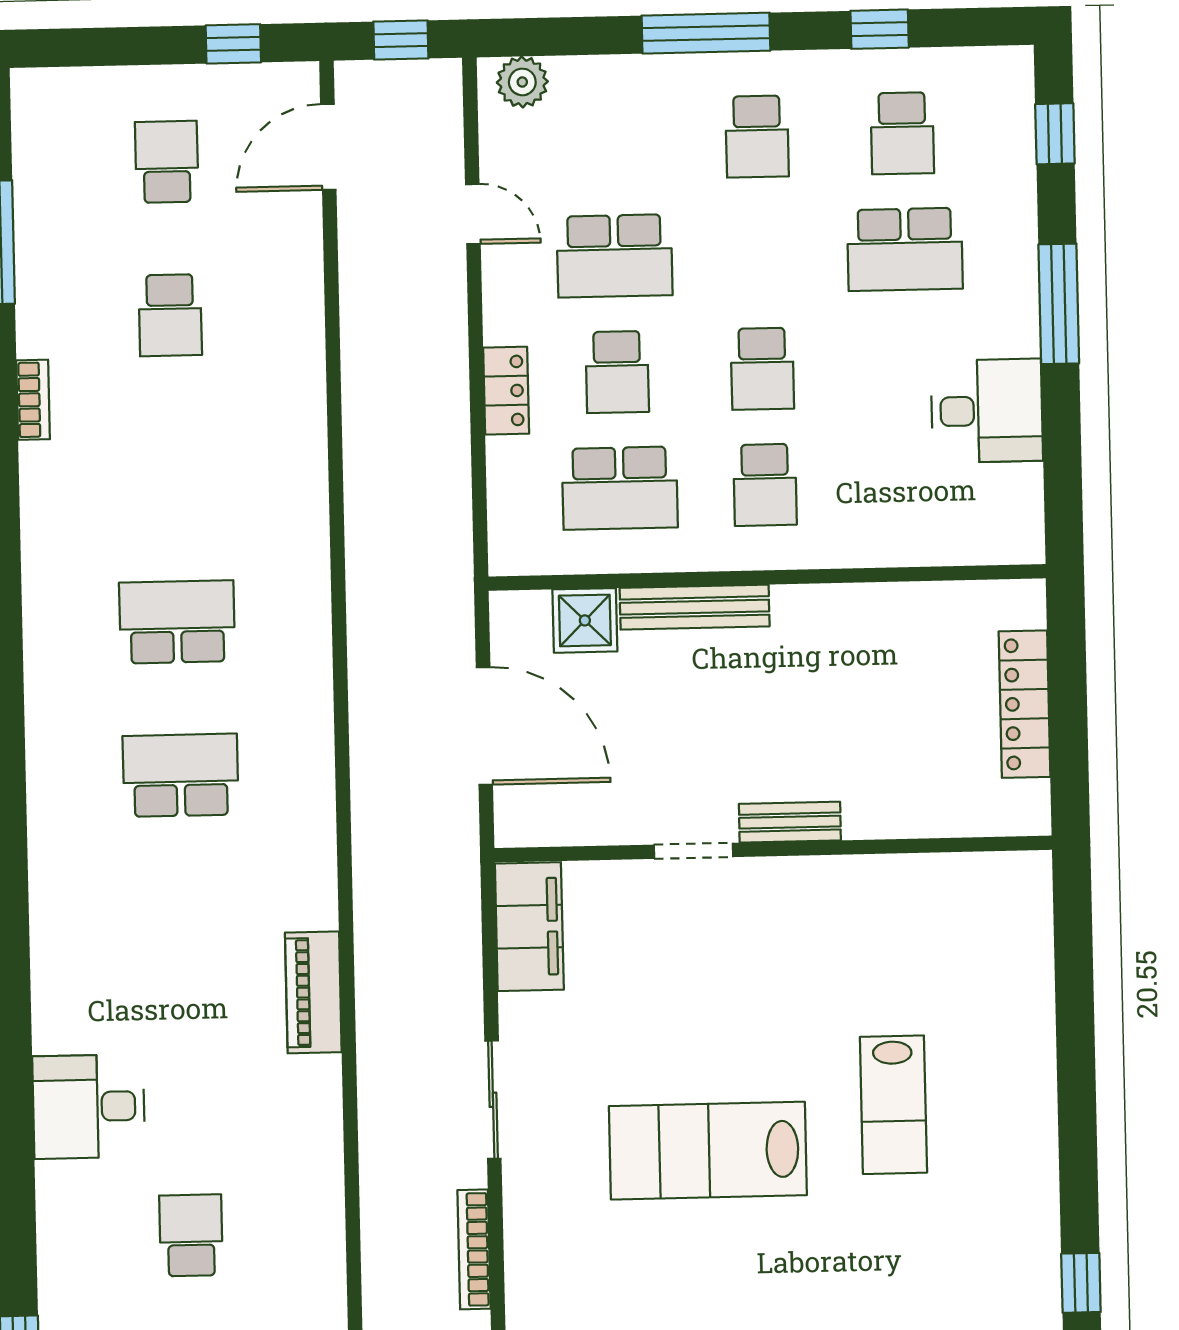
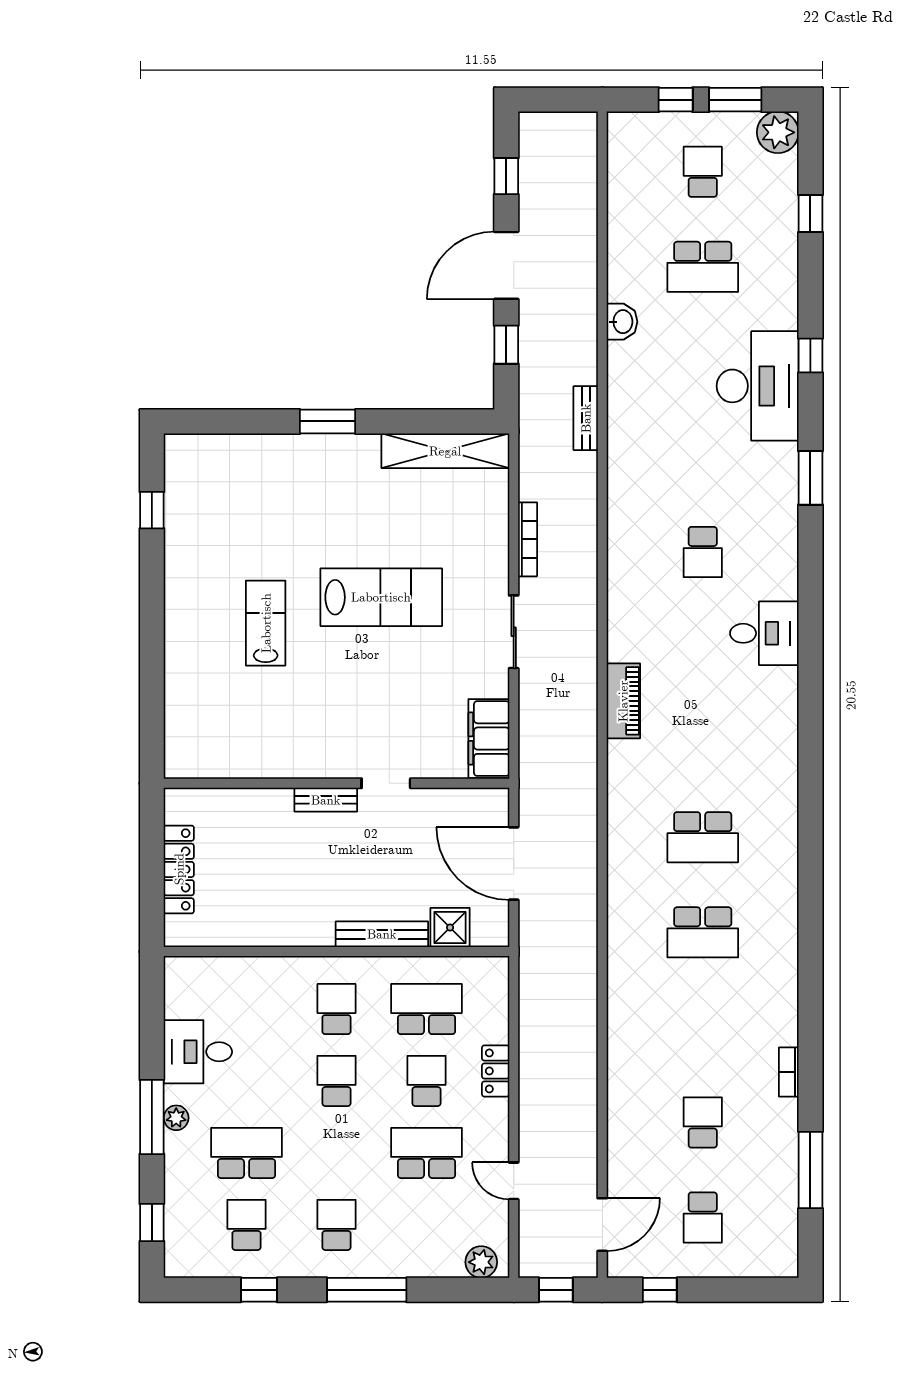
plant: (1020, 303) -> (176, 1118), added

